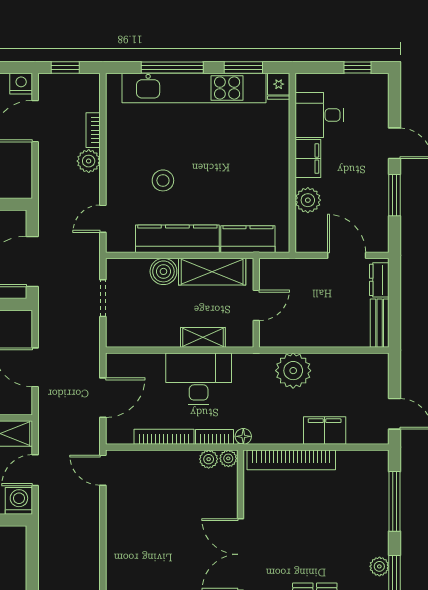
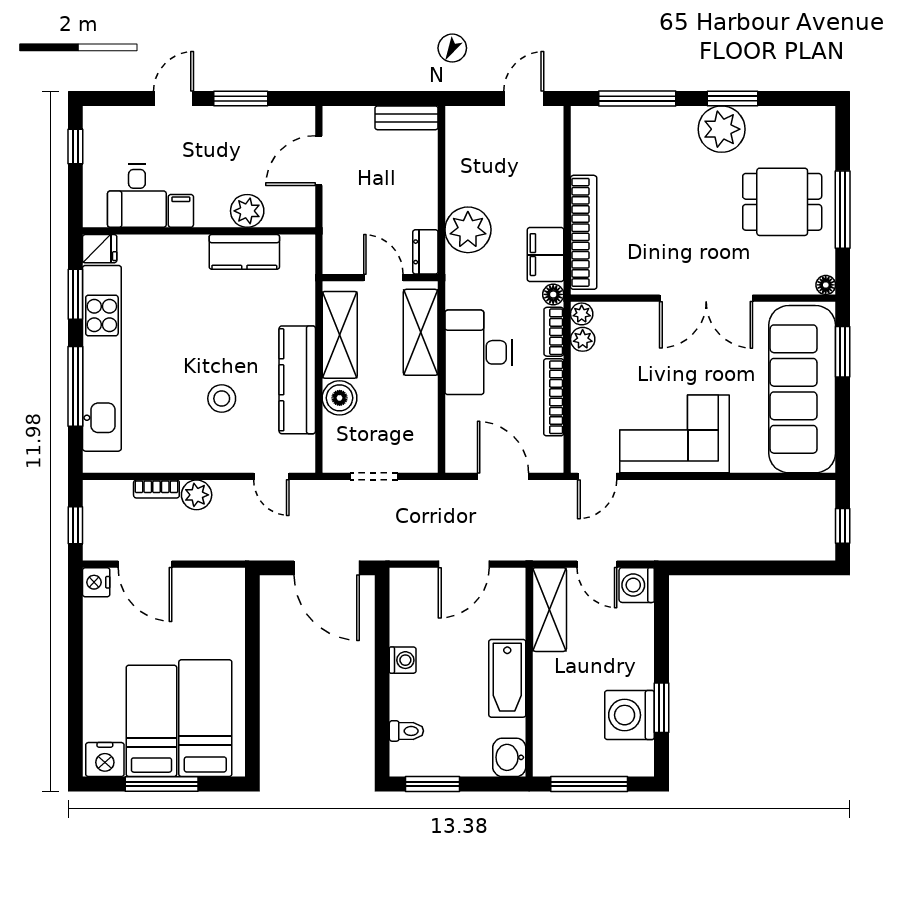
filing cabinet: (308, 159) -> (181, 211), width x0.50
kitchen counter: (248, 239) -> (244, 252), moved, turned -90
dresser: (379, 280) -> (425, 252), moved, turned 90
shelving: (203, 337) -> (421, 332), width x1.50, depth x1.33
filing cabinet: (325, 430) -> (546, 255), moved
corner sofa: (136, 530) -> (674, 434), added
plant: (379, 566) -> (722, 129), width x1.87, depth x1.87

